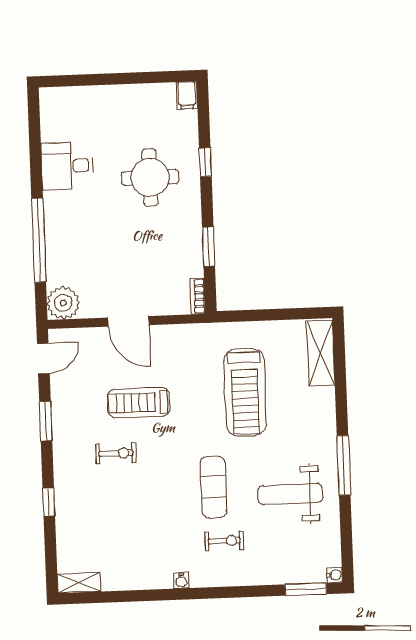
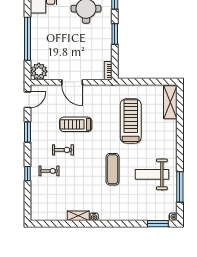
window: (209, 247) -> (115, 34), moved
treadmill: (245, 392) -> (131, 121), turned 180
window: (344, 465) -> (180, 187), moved
exercise bike: (224, 541) -> (49, 171), moved
shelving: (79, 583) -> (78, 216), moved

